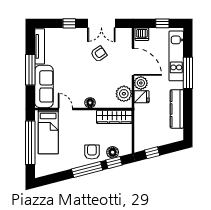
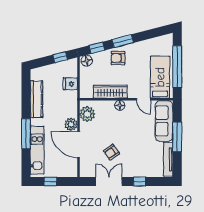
dishwasher: (142, 34) -> (70, 171), removed
fridge: (142, 97) -> (70, 84), moved
wardrobe: (114, 117) -> (110, 92), moved
armchair: (92, 152) -> (118, 58), turned 90
floor lamp: (113, 152) -> (87, 61), moved
window: (87, 170) -> (123, 41), width x0.69

